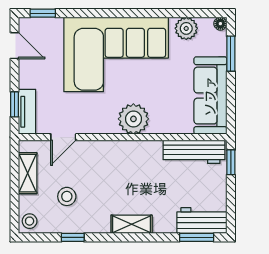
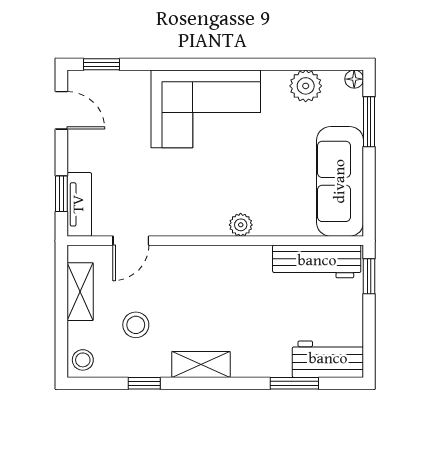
corner sofa: (116, 54) -> (206, 109), width x0.73, depth x0.74
plant: (133, 119) -> (241, 225), width x0.53, depth x0.53
shelving: (132, 224) -> (201, 364), moved
window: (197, 237) -> (294, 383), moved

